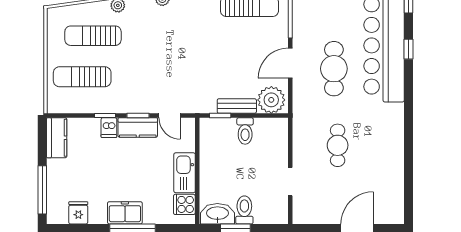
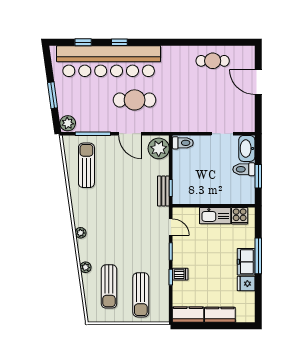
bench: (237, 106) -> (163, 191), moved
door: (170, 116) -> (171, 227), hinge flipped
kitchen counter: (138, 127) -> (220, 315), moved, turned -90
toilet: (245, 131) -> (183, 143), moved
cafe table: (338, 145) -> (213, 61), moved
window: (42, 190) -> (228, 326), removed
fridge: (78, 213) -> (246, 284), moved
washbasin: (217, 214) -> (247, 148), moved

